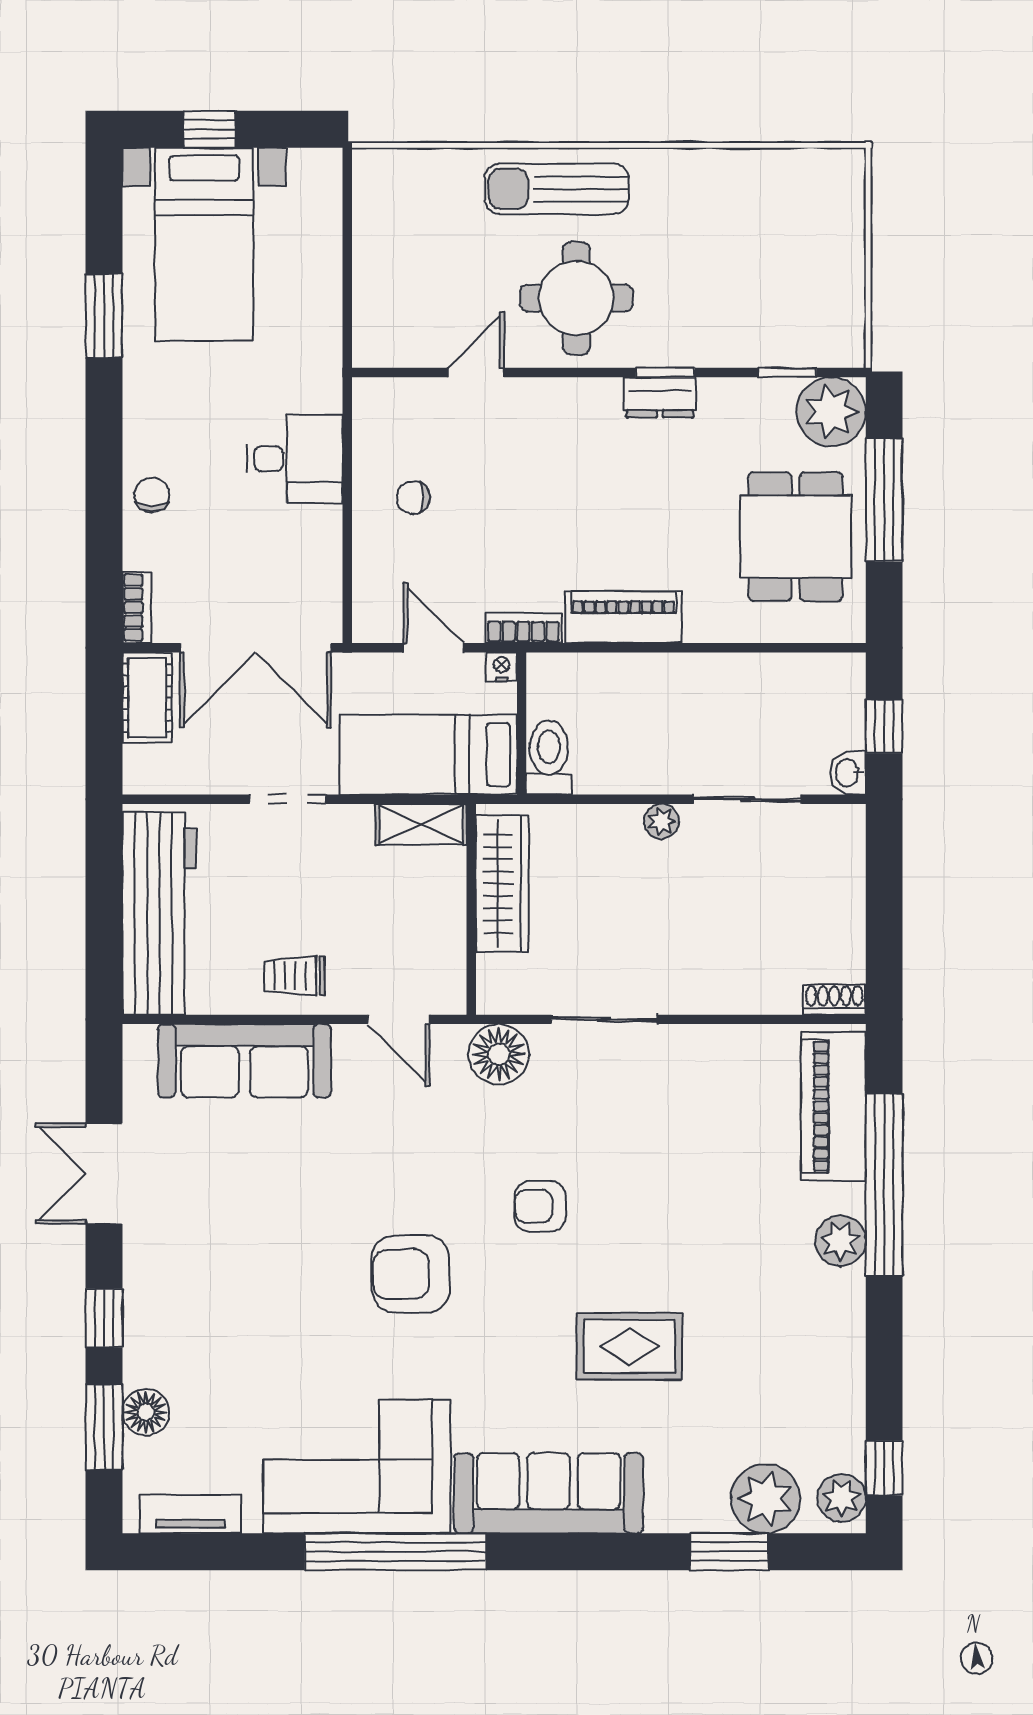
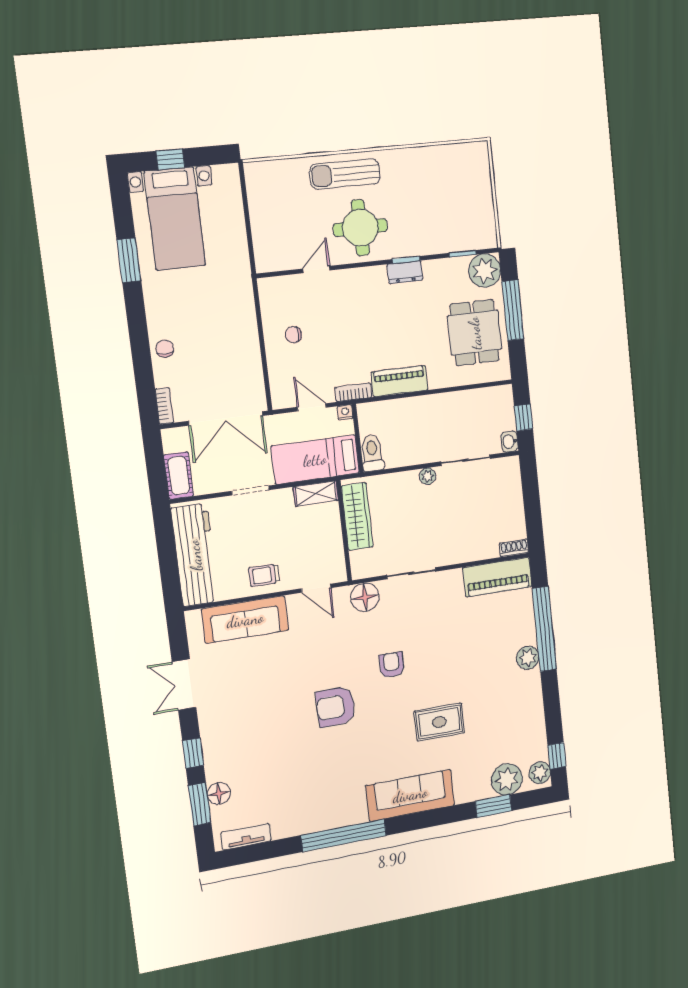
desk: (295, 459) -> (233, 322), removed
cot: (147, 698) -> (179, 476), moved
piano: (833, 1106) -> (498, 577), moved, turned -90
armchair: (540, 1206) -> (392, 665), turned 90
corner sofa: (357, 1466) -> (321, 800), removed

